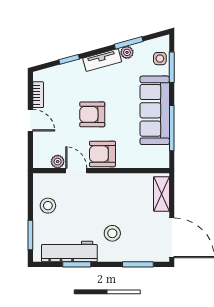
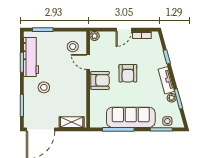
armchair: (92, 114) -> (128, 73), turned 180
armchair: (102, 154) -> (100, 80), turned 90
plant: (58, 162) -> (95, 36), moved
door: (76, 171) -> (88, 62), swing flipped
stool: (48, 206) -> (73, 47), moved

